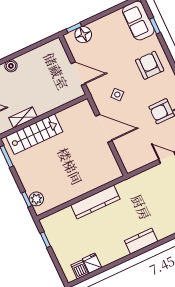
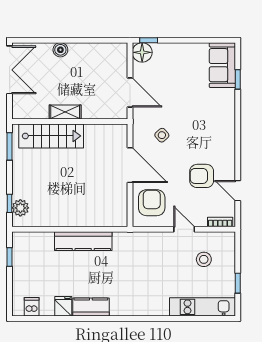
floor lamp: (83, 35) -> (142, 52), moved
armchair: (150, 65) -> (152, 203), moved
shelving: (23, 117) -> (65, 112), moved
kitchen counter: (141, 241) -> (91, 307), moved
fridge: (92, 263) -> (63, 306), moved

